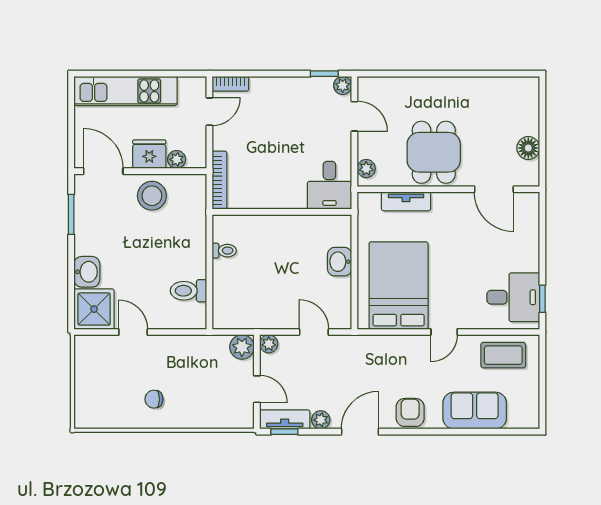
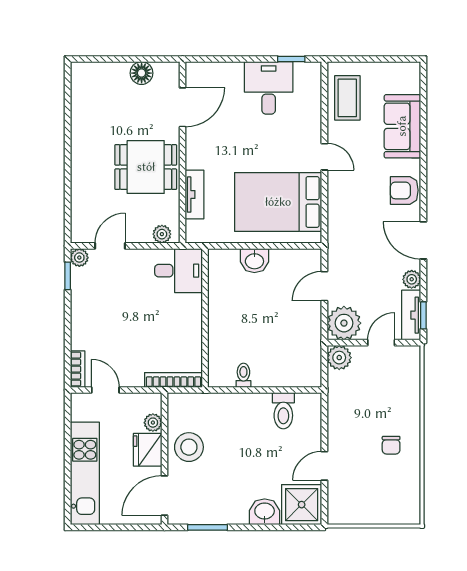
desk: (513, 297) -> (269, 88), moved
plant: (269, 344) -> (344, 323), width x1.88, depth x1.88

